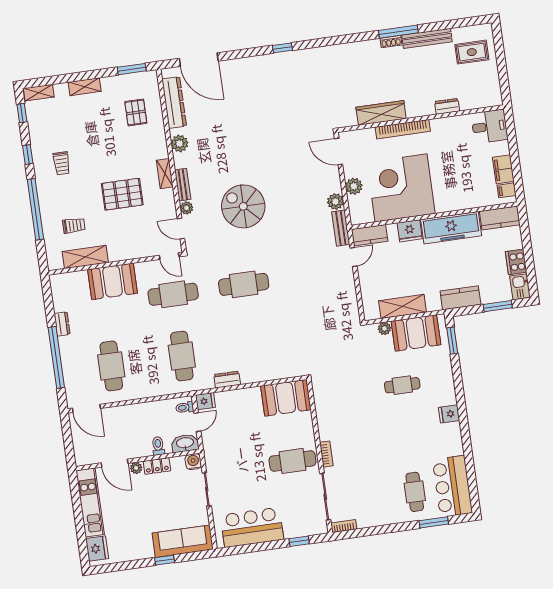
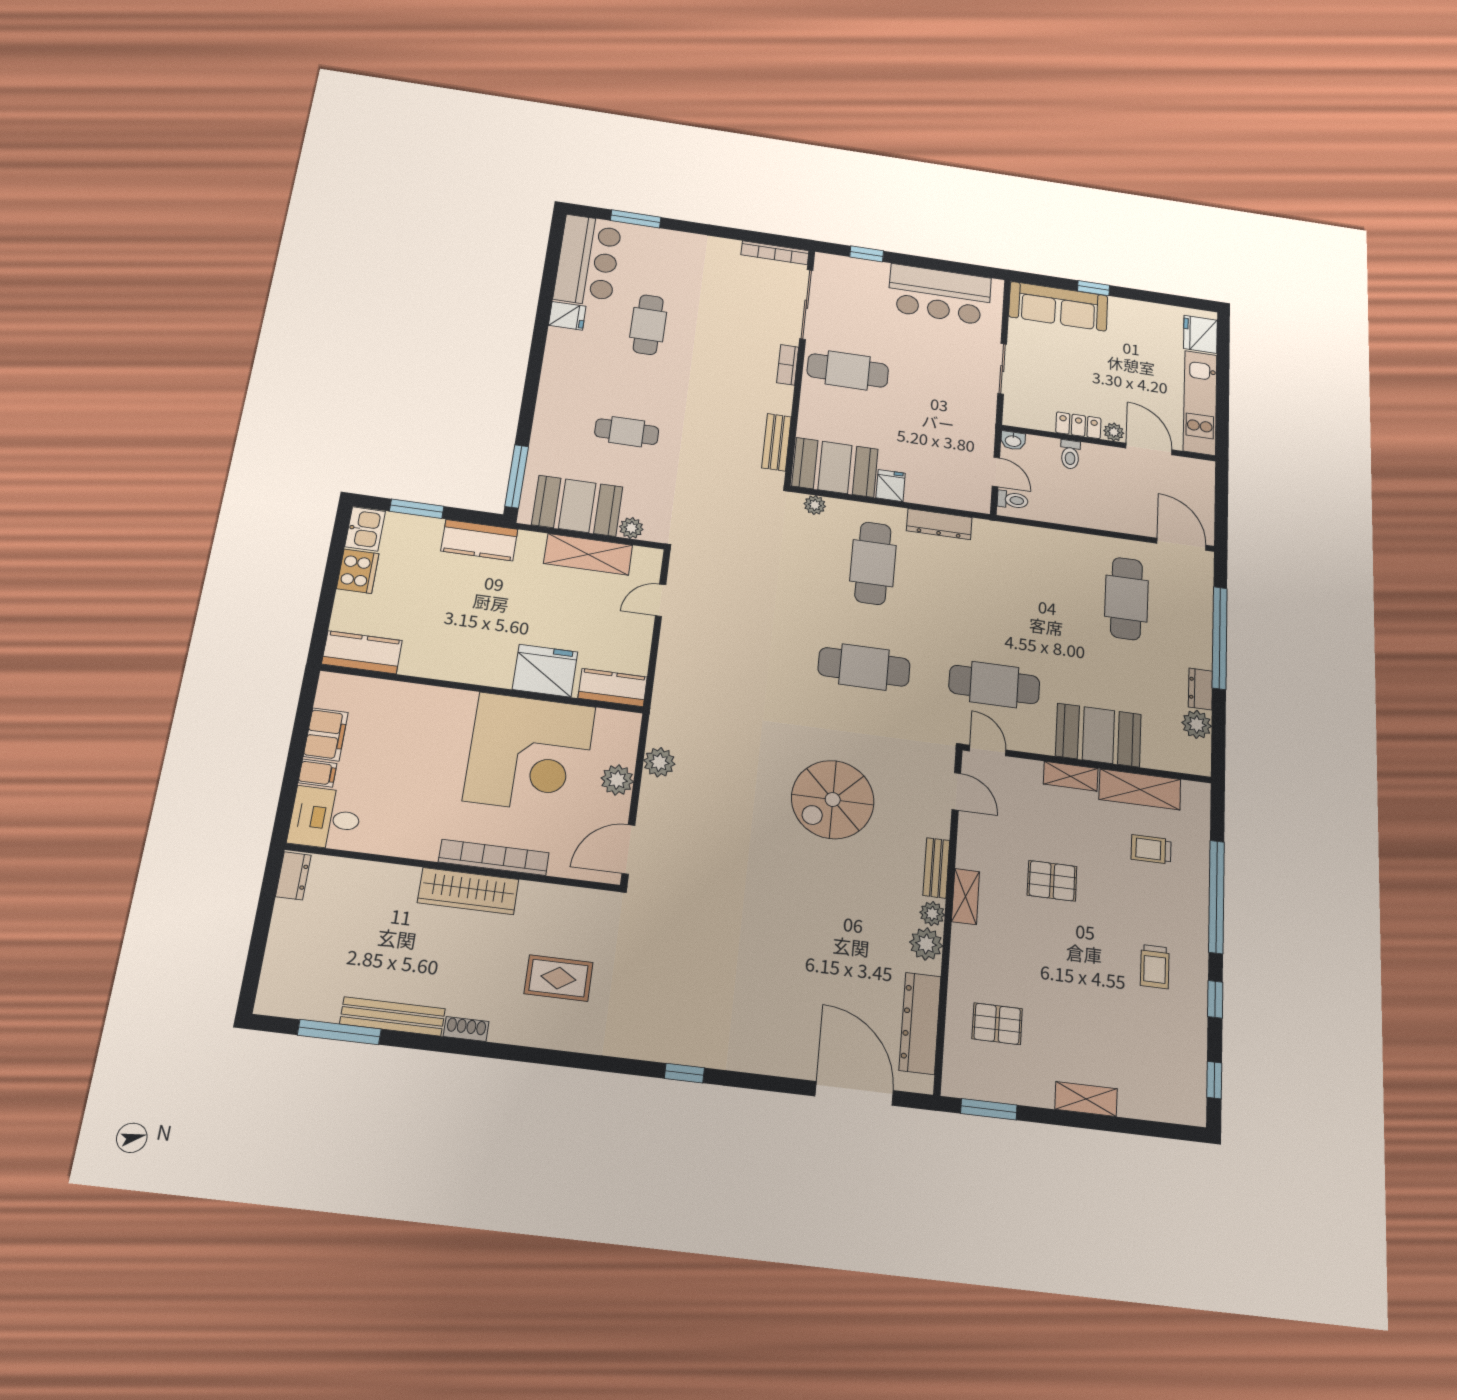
window: (398, 32) -> (339, 1032), moved
rug: (472, 52) -> (558, 978), moved
shelving: (39, 93) -> (1071, 776), moved
dresser: (447, 106) -> (293, 876), moved, turned -90
pallet: (136, 112) -> (997, 1024), turned 90
wardrobe: (381, 113) -> (468, 891), moved
door: (339, 152) -> (628, 849), swing flipped
trolley: (62, 163) -> (1155, 967), turned 180
filing cabinet: (507, 190) -> (318, 773), moved
pallet: (122, 194) -> (1052, 881), width x0.67, depth x0.71
spiral stairs: (243, 206) -> (833, 800), turned 90
plant: (186, 208) -> (932, 914), moved
bench: (341, 228) -> (776, 442), moved
freezer: (451, 228) -> (458, 660), removed
fridge: (410, 231) -> (545, 671), width x1.36, depth x1.34
door: (353, 257) -> (661, 600), moved
plant: (61, 303) -> (1197, 724), added
window: (452, 341) -> (517, 476), width x1.44
cafe table: (182, 356) -> (873, 563), moved
plant: (291, 372) -> (815, 505), added
dresser: (227, 380) -> (939, 524), width x1.44
fridge: (205, 401) -> (891, 486), moved, turned 90
fridge: (449, 414) -> (567, 316), moved
door: (197, 422) -> (996, 472), swing flipped
washbasin: (185, 443) -> (1013, 441), width x0.52, depth x0.69
water cooler: (193, 462) -> (1016, 415), removed
cafe table: (415, 492) -> (648, 325), moved
bookcase: (344, 526) -> (775, 253), width x1.56

